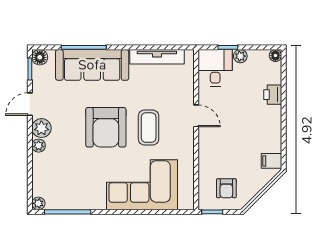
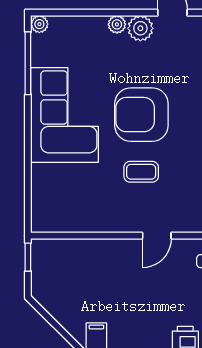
coffee table: (149, 128) -> (141, 172), width x0.73, depth x0.77
corner sofa: (142, 185) -> (65, 115), moved
armchair: (226, 188) -> (60, 276), removed

